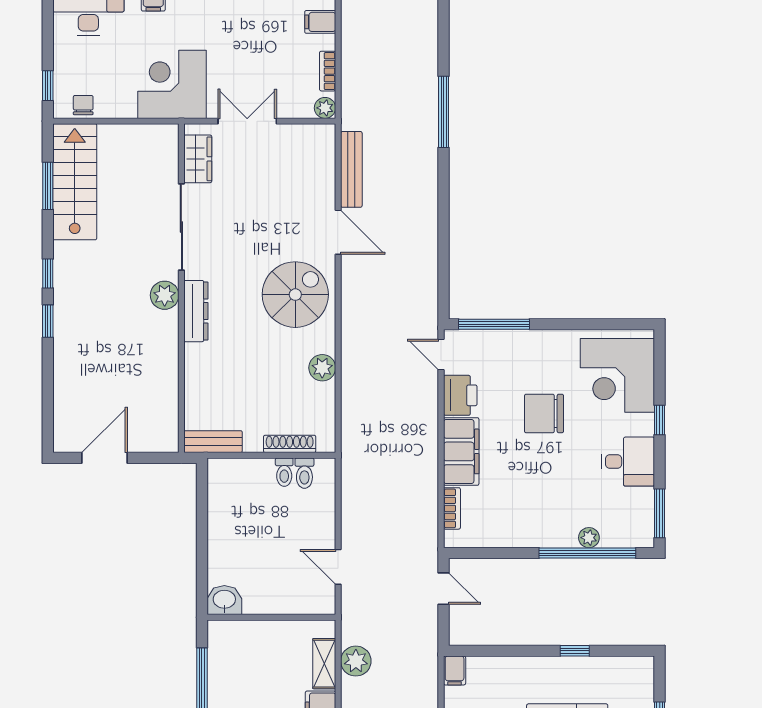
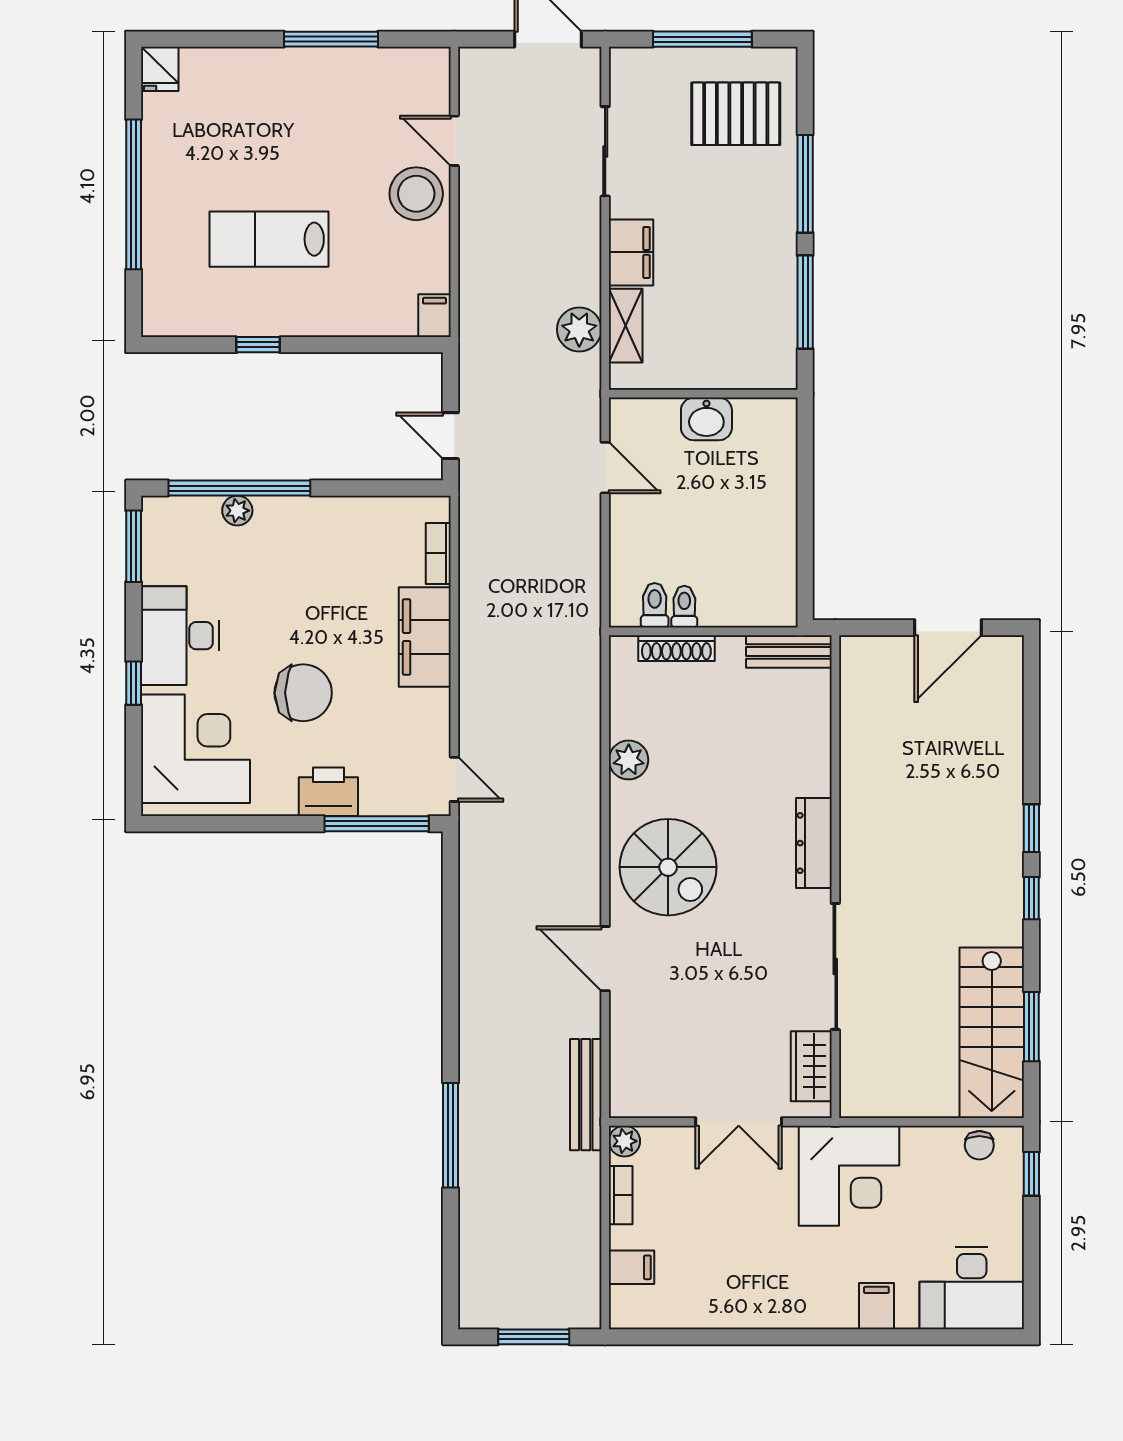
bench: (351, 169) -> (586, 1095), moved
plant: (165, 295) -> (860, 866), removed
spiral stairs: (295, 295) -> (668, 867), turned -90
printer: (460, 395) -> (328, 792), moved, turned 90
desk: (628, 462) -> (180, 636), width x1.37
washbasin: (224, 600) -> (706, 419), moved

